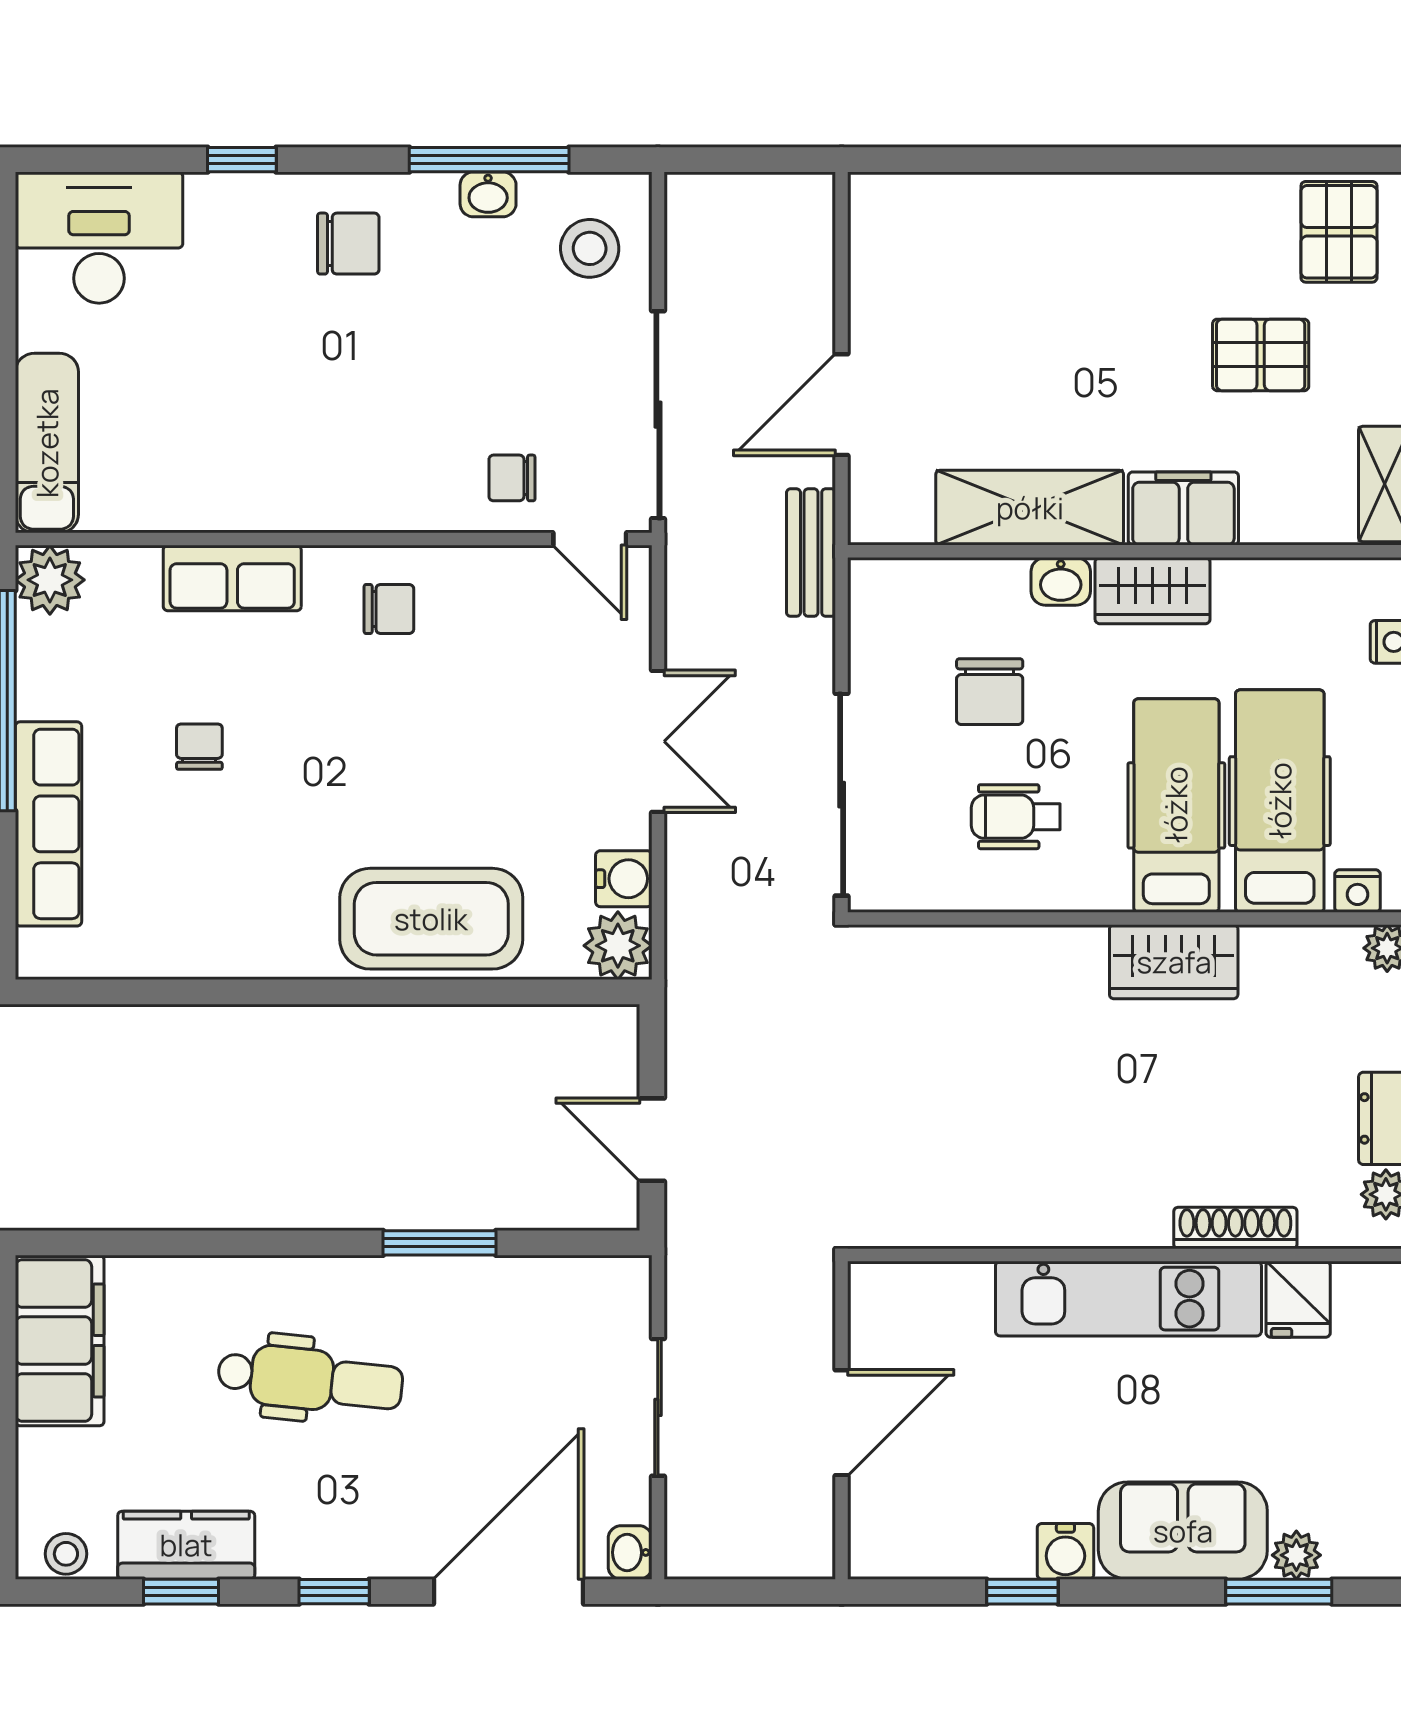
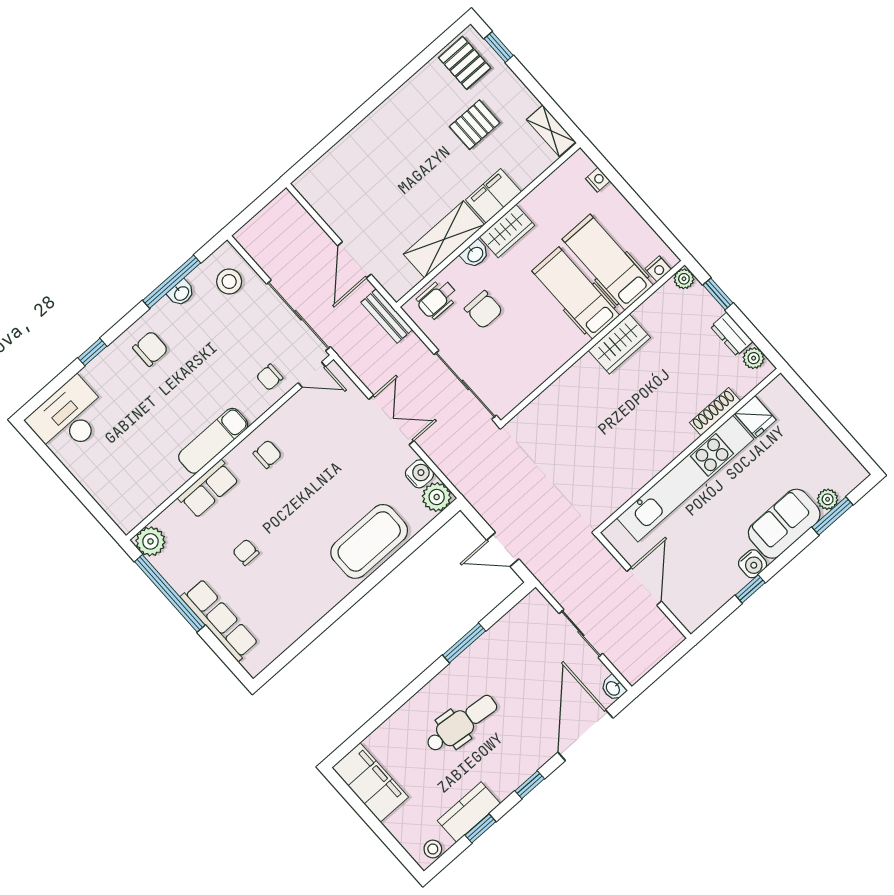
exam couch: (47, 443) -> (213, 441), moved, turned -90
wheelchair: (1016, 817) -> (437, 299), moved
kitchen unit: (1128, 1299) -> (685, 479), width x1.36

